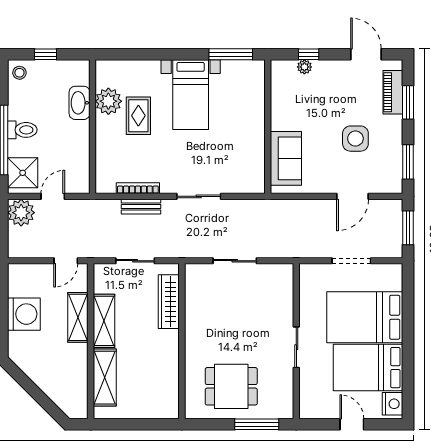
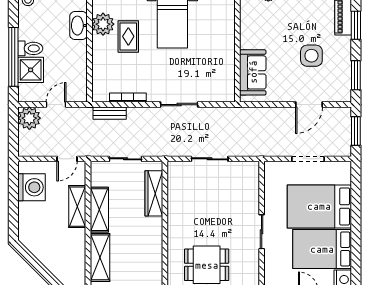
shower: (23, 173) -> (31, 70), moved
bench: (141, 207) -> (110, 113), moved
washing machine: (24, 314) -> (32, 187), moved

